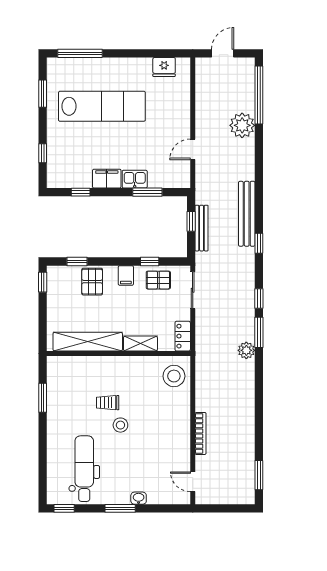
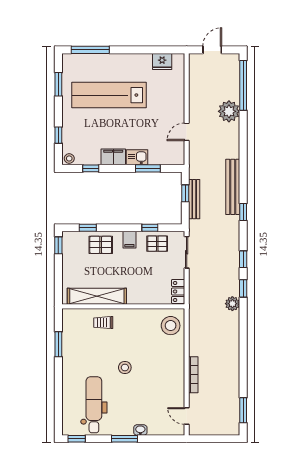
lab bench: (102, 106) -> (109, 95), turned 180
stool: (55, 181) -> (69, 158), added
pallet: (92, 282) -> (101, 245), turned 90
window: (259, 332) -> (243, 288), width x0.67
shelving: (140, 344) -> (142, 298), removed
trolley: (108, 403) -> (103, 323), moved

